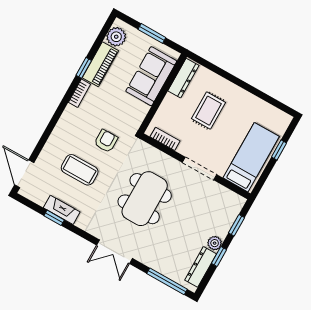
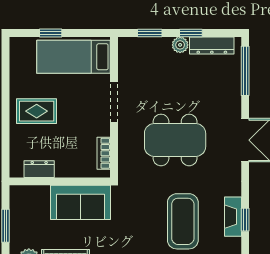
sofa: (151, 76) -> (81, 202), moved
dresser: (183, 78) -> (39, 169), width x0.70
rug: (209, 111) -> (37, 111), moved
armchair: (106, 141) -> (139, 211), removed
coffee table: (80, 170) -> (183, 221), width x1.36, depth x1.32

